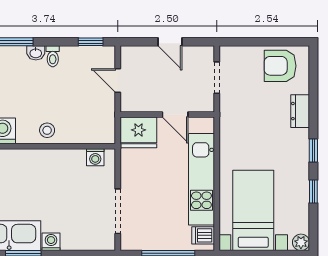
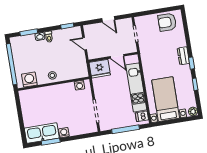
dresser: (300, 111) -> (183, 56), moved

